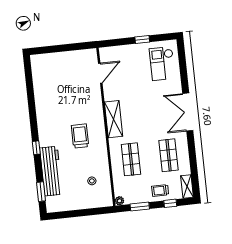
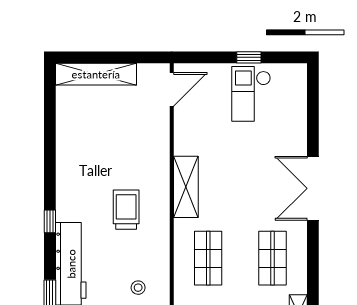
shelving: (54, 59) -> (96, 74), added
checkout: (162, 64) -> (251, 94), moved
door: (100, 73) -> (172, 89), moved

